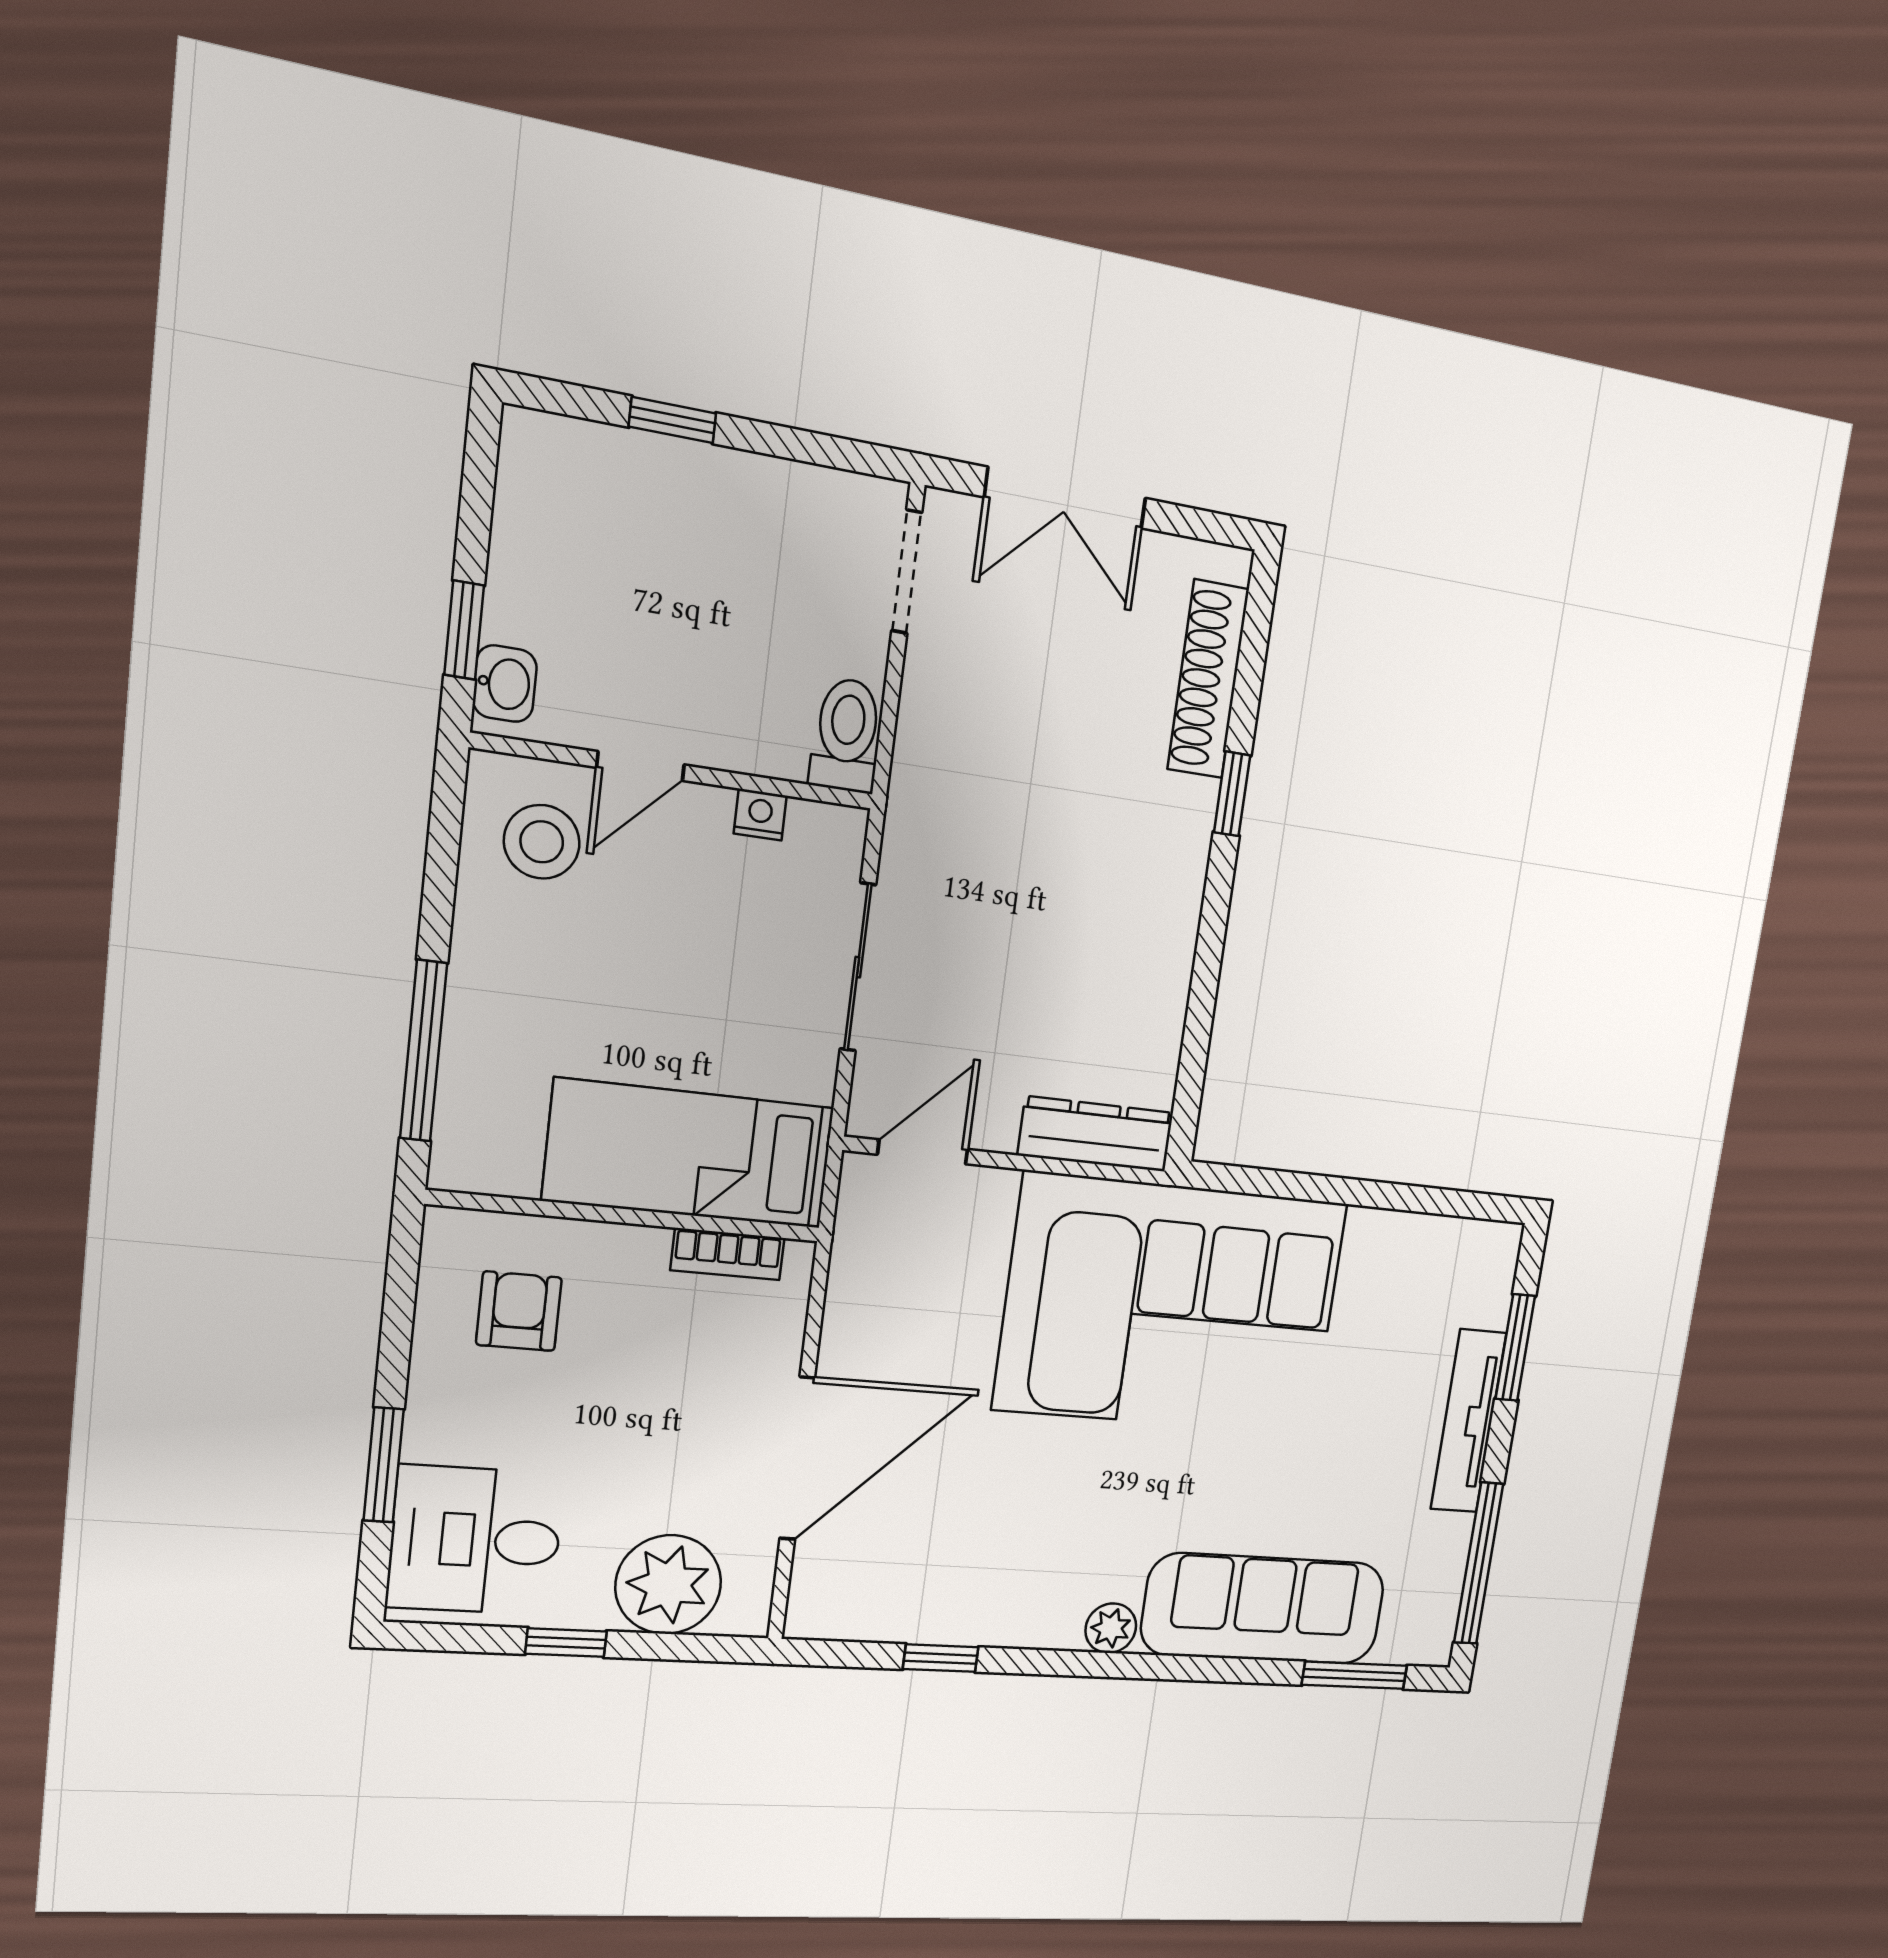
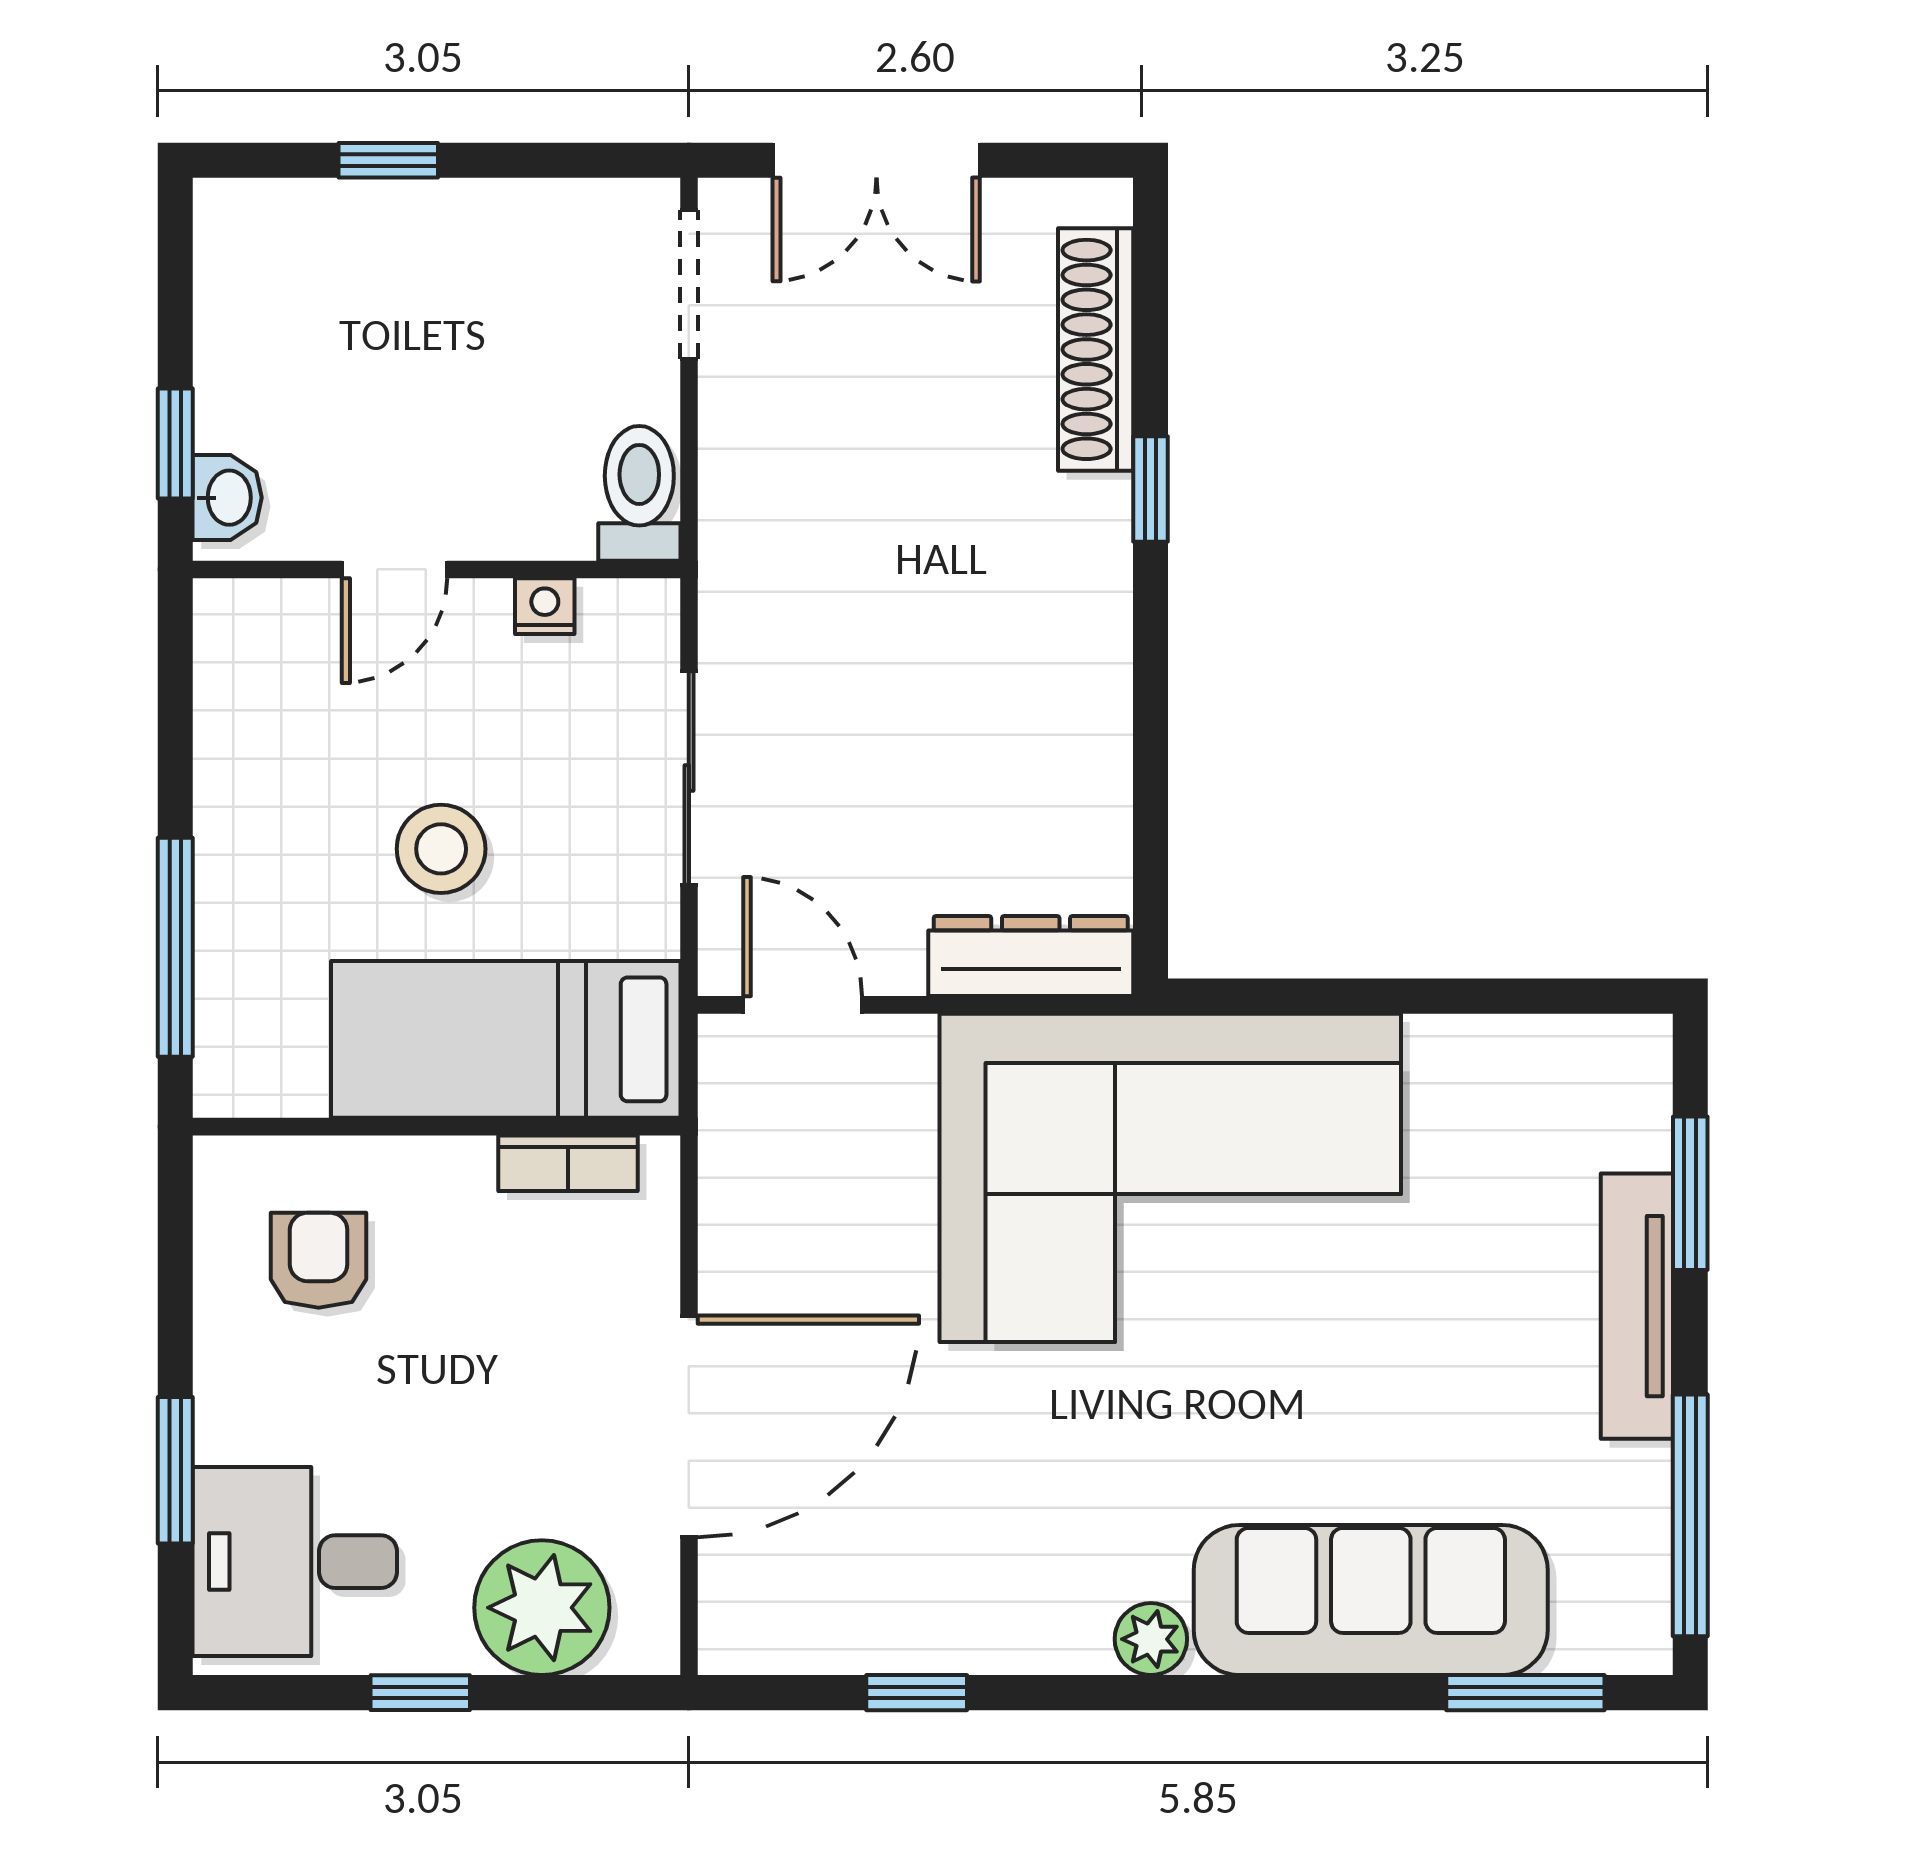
stool: (542, 842) -> (441, 849), moved
door: (923, 1152) -> (803, 1005), hinge flipped

